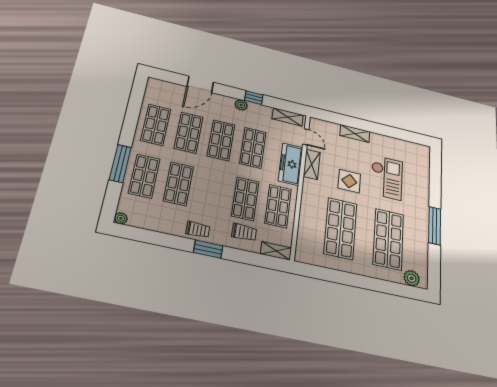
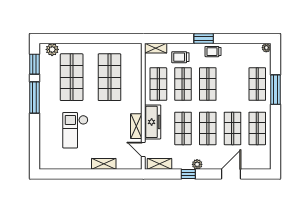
display table: (349, 181) -> (105, 119), removed
shop shelf: (178, 184) -> (208, 84), moved
window: (434, 265) -> (34, 64), added

